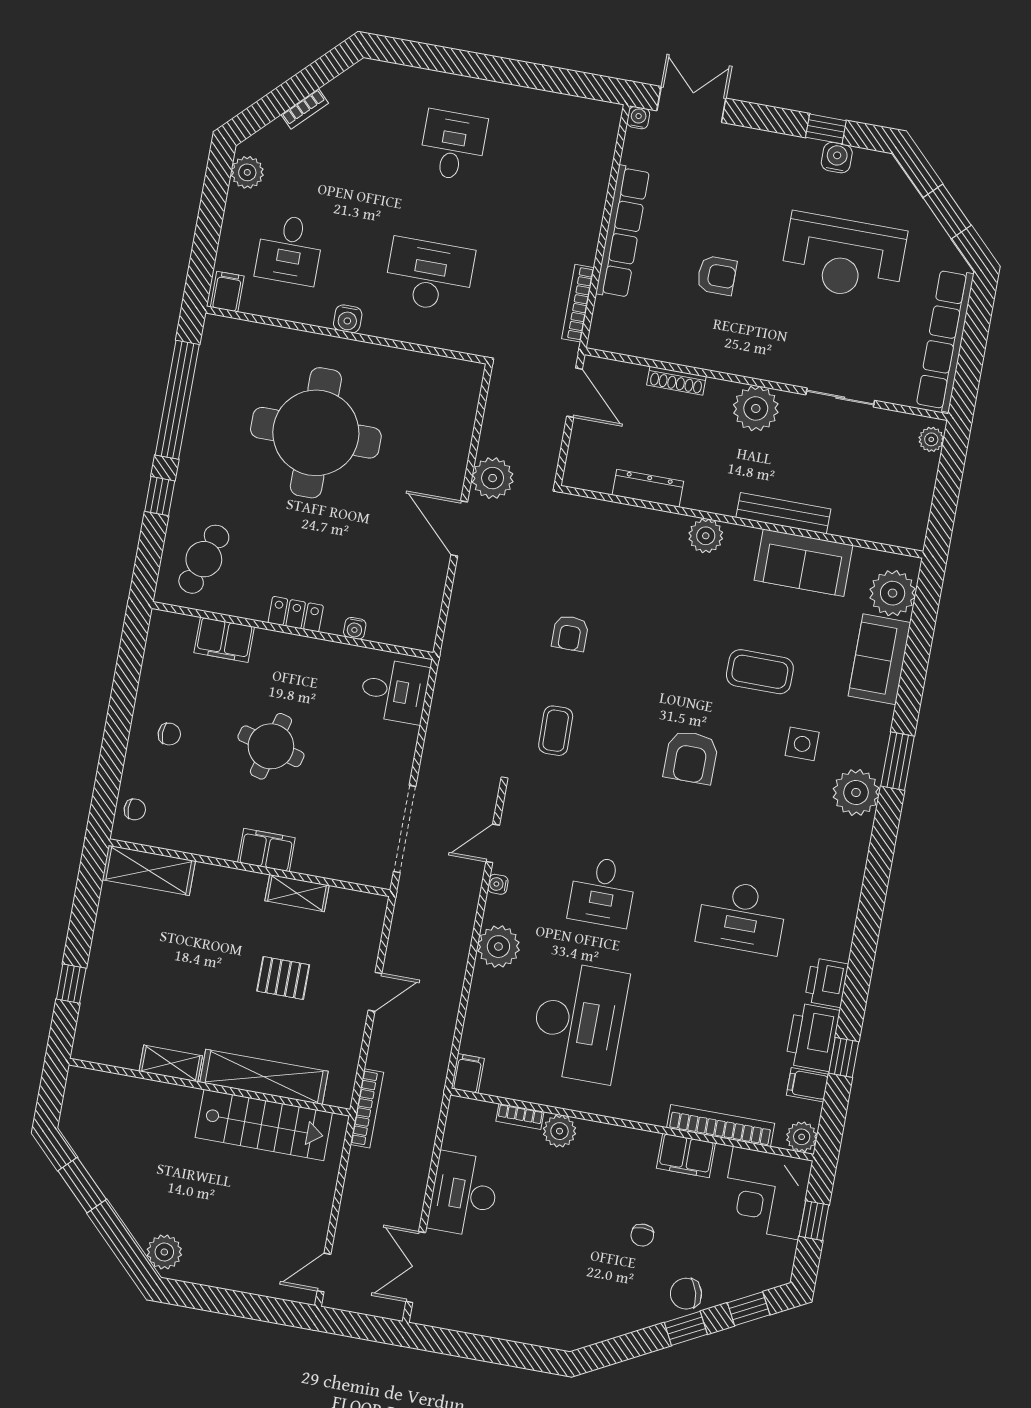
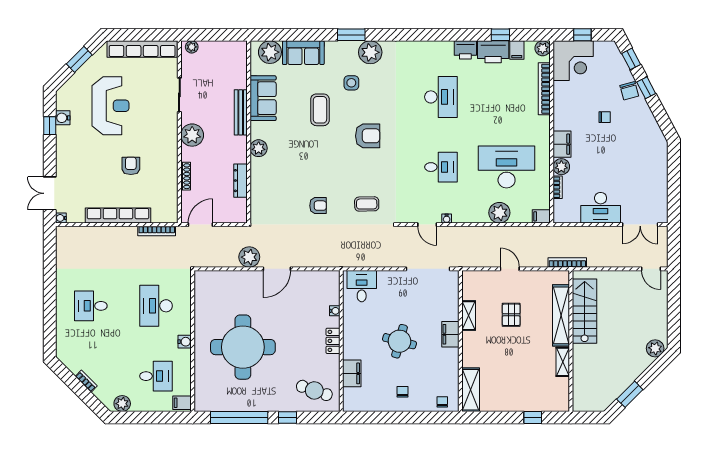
plant: (498, 947) -> (499, 213), moved
filing cabinet: (686, 1156) -> (562, 144), moved

